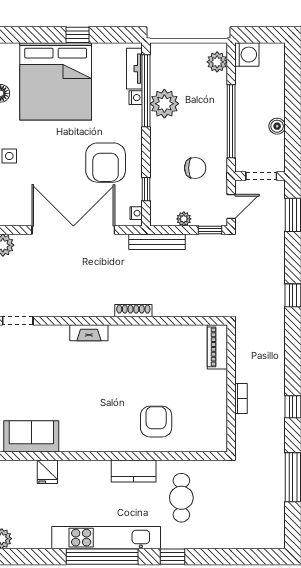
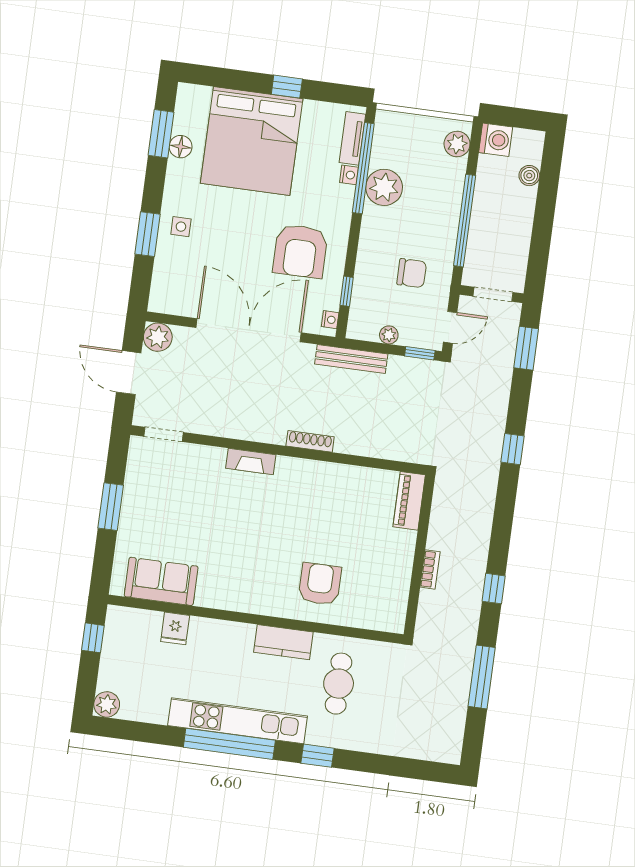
boiler: (277, 126) -> (529, 176), moved

